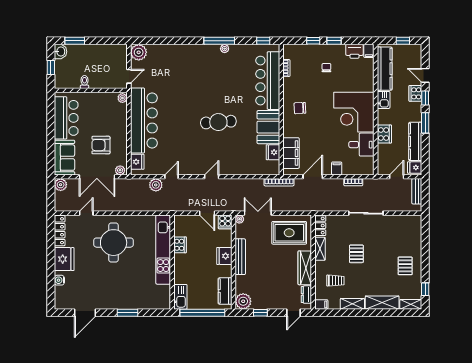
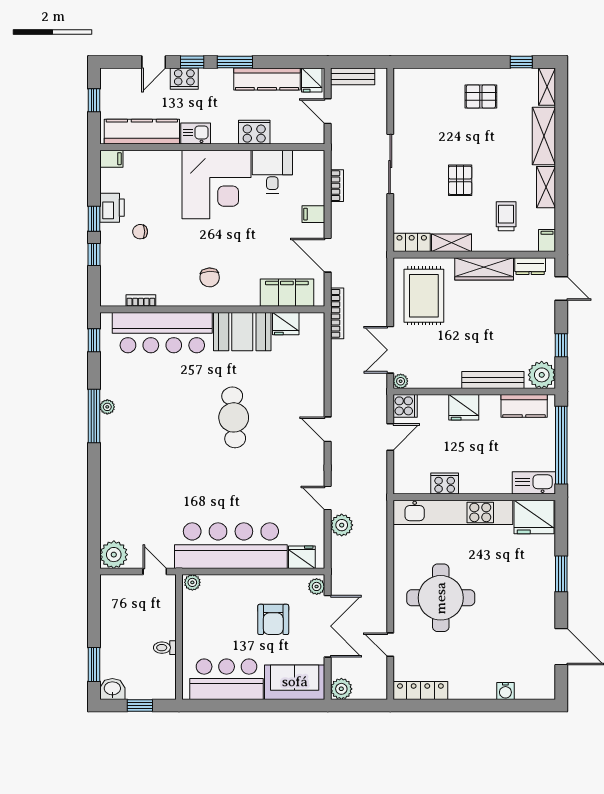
printer: (354, 51) -> (112, 208), moved
pallet: (356, 254) -> (460, 180), turned 90
bench: (240, 257) -> (493, 380), moved
fridge: (64, 259) -> (534, 517), moved, turned 180

